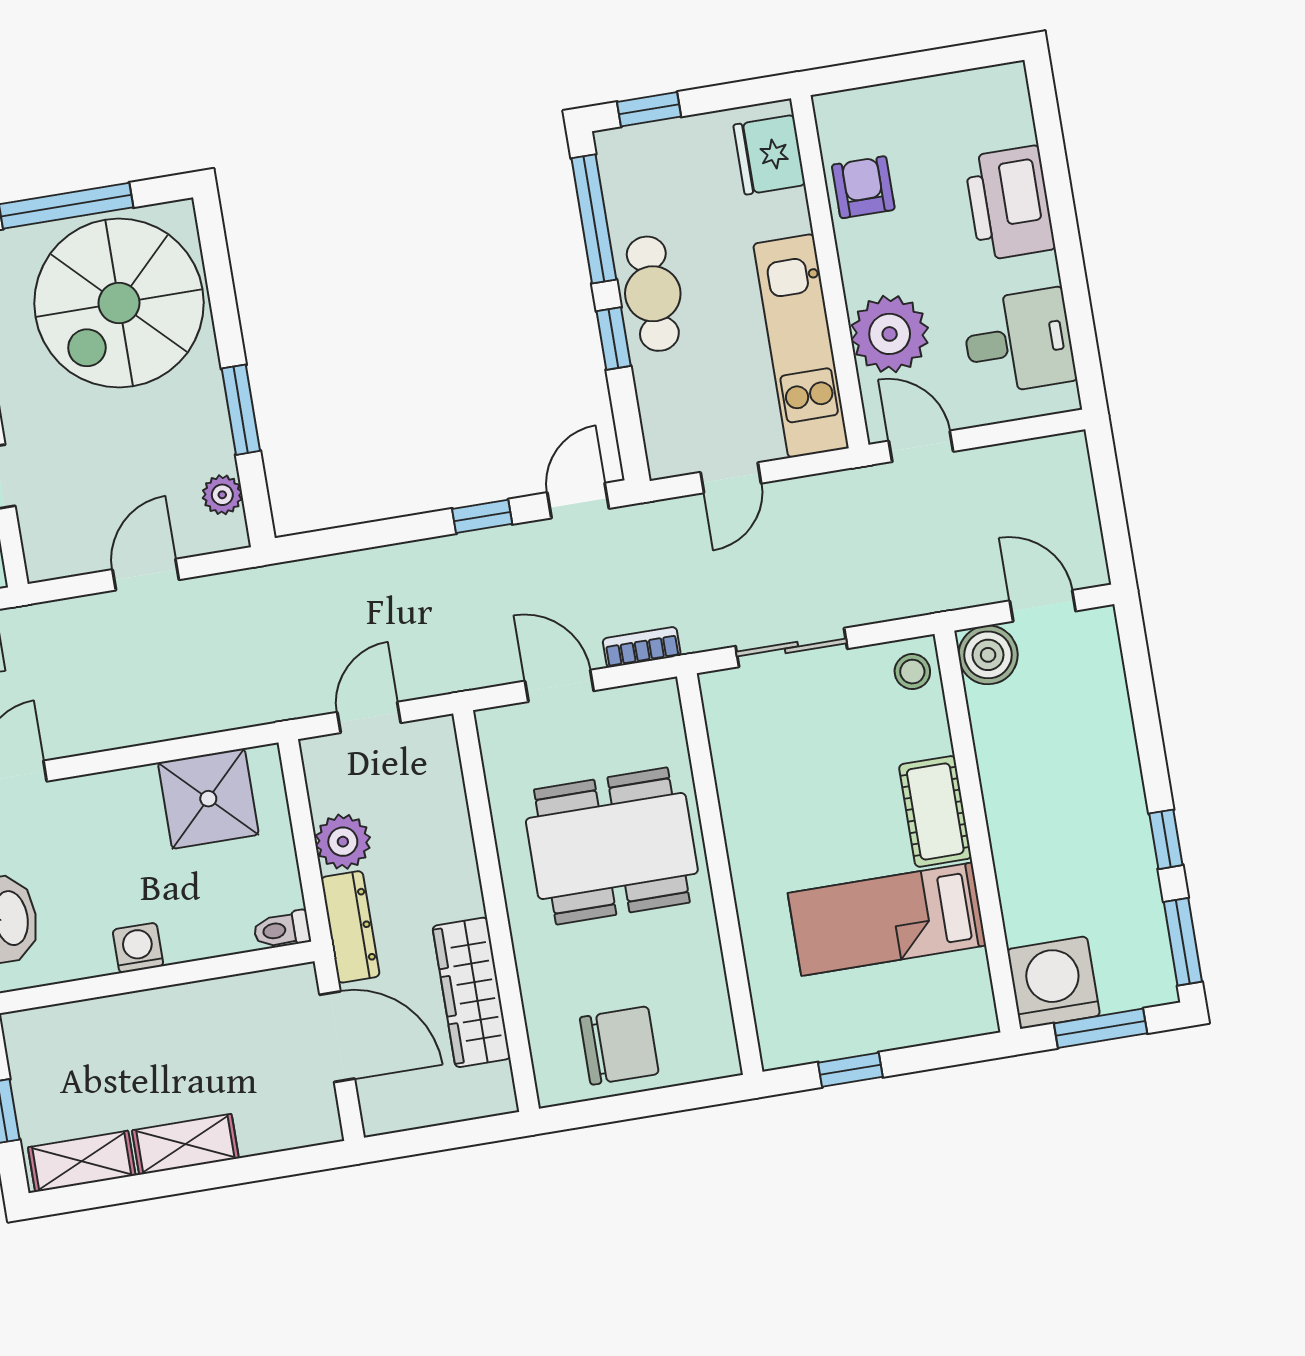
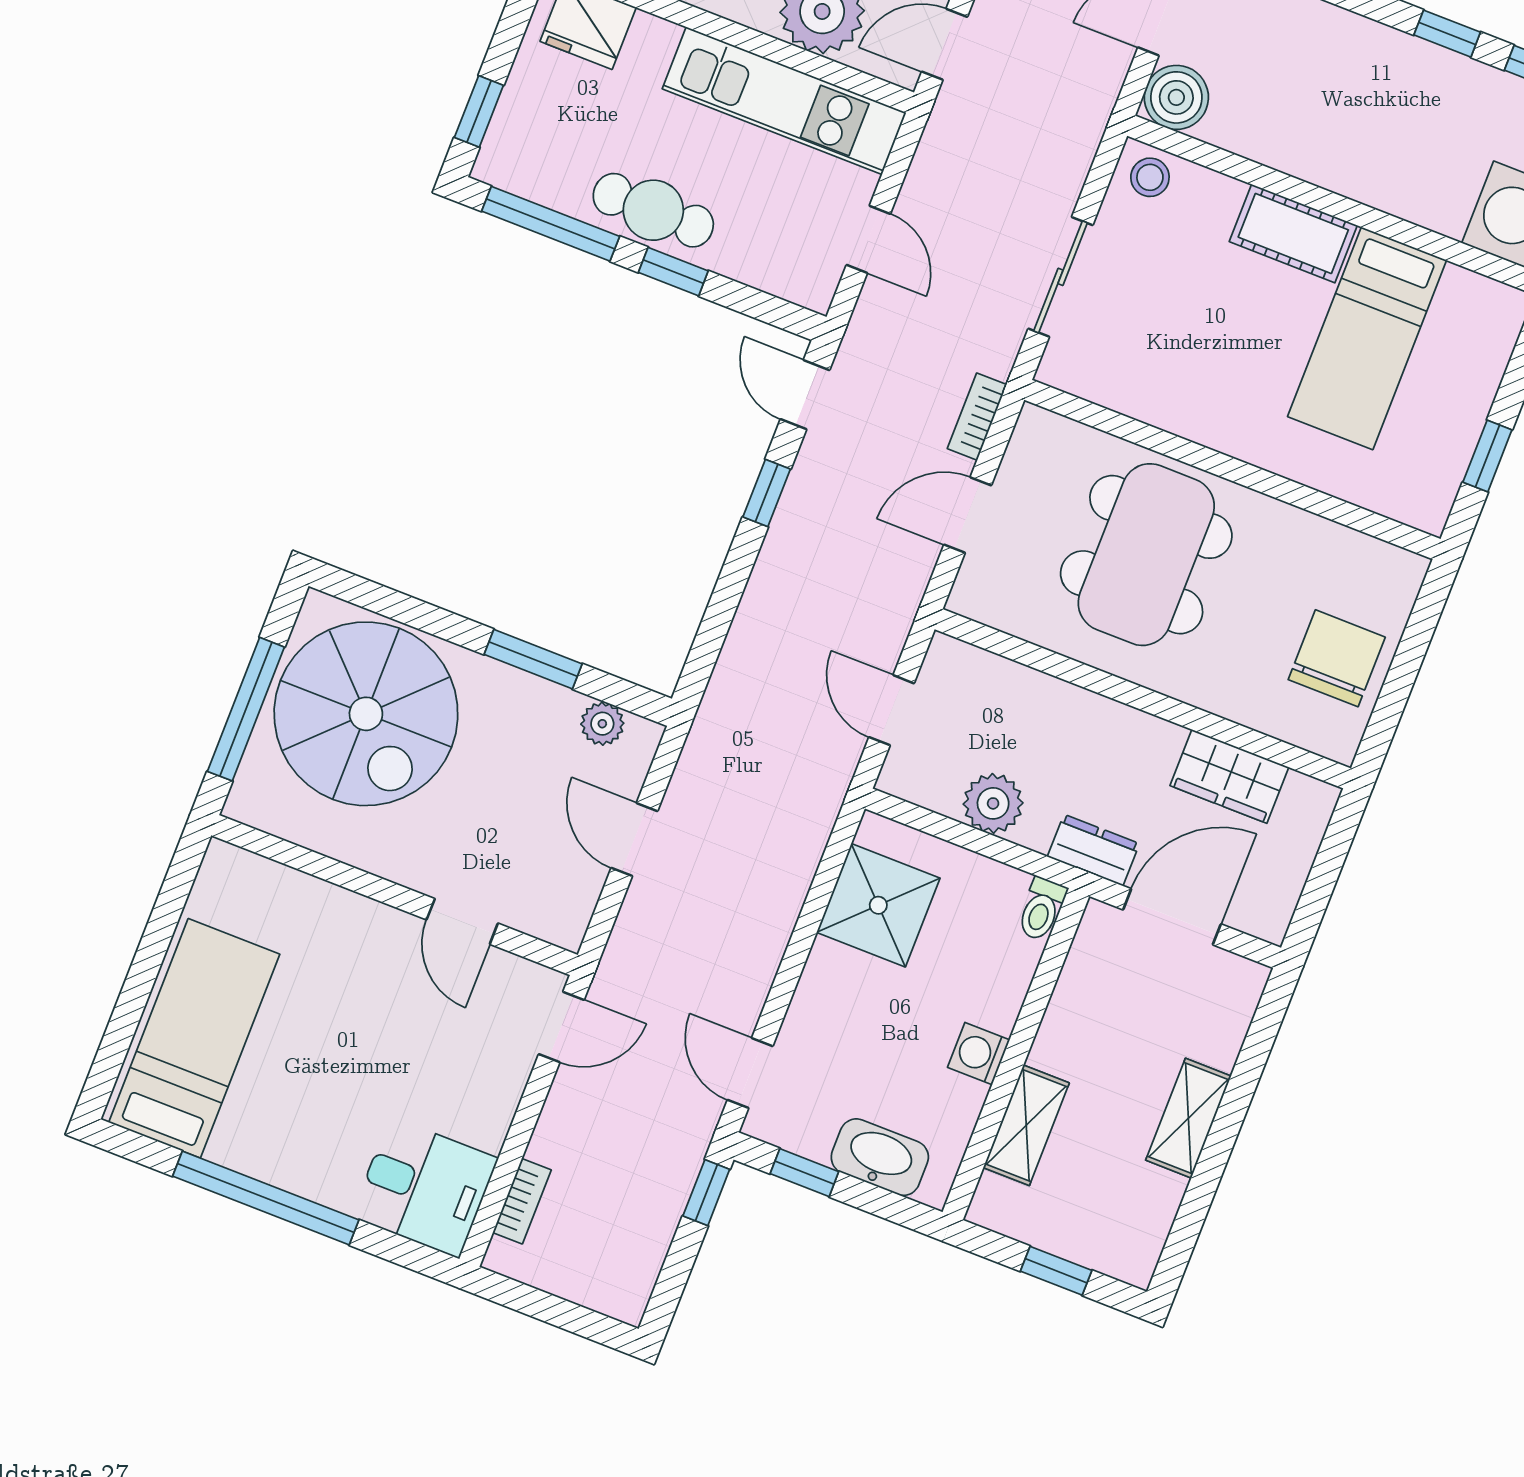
dresser: (350, 927) -> (1093, 850), width x0.70
wardrobe: (471, 992) -> (1229, 776), width x0.67
shelving: (82, 1161) -> (1026, 1125), moved

